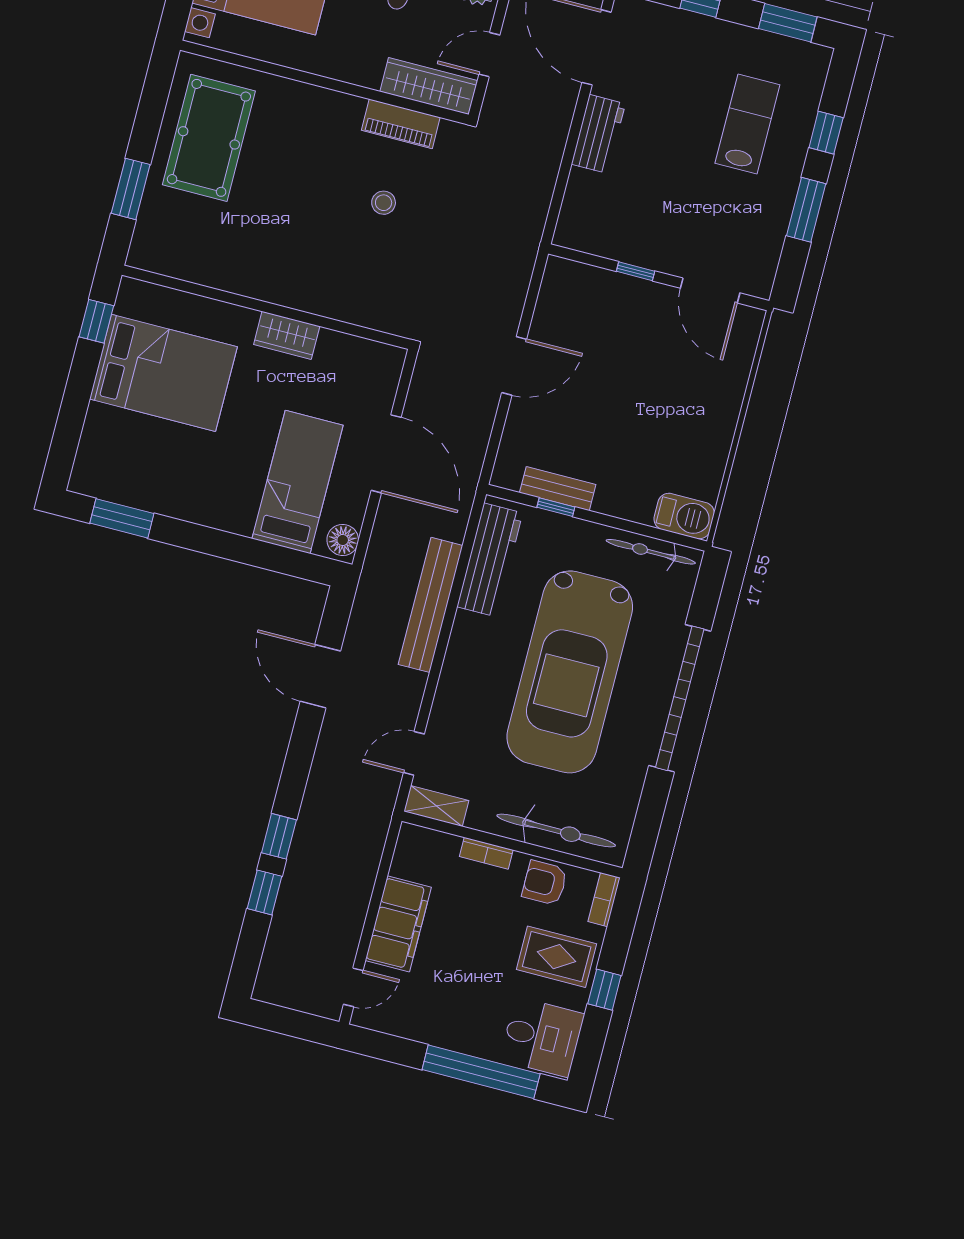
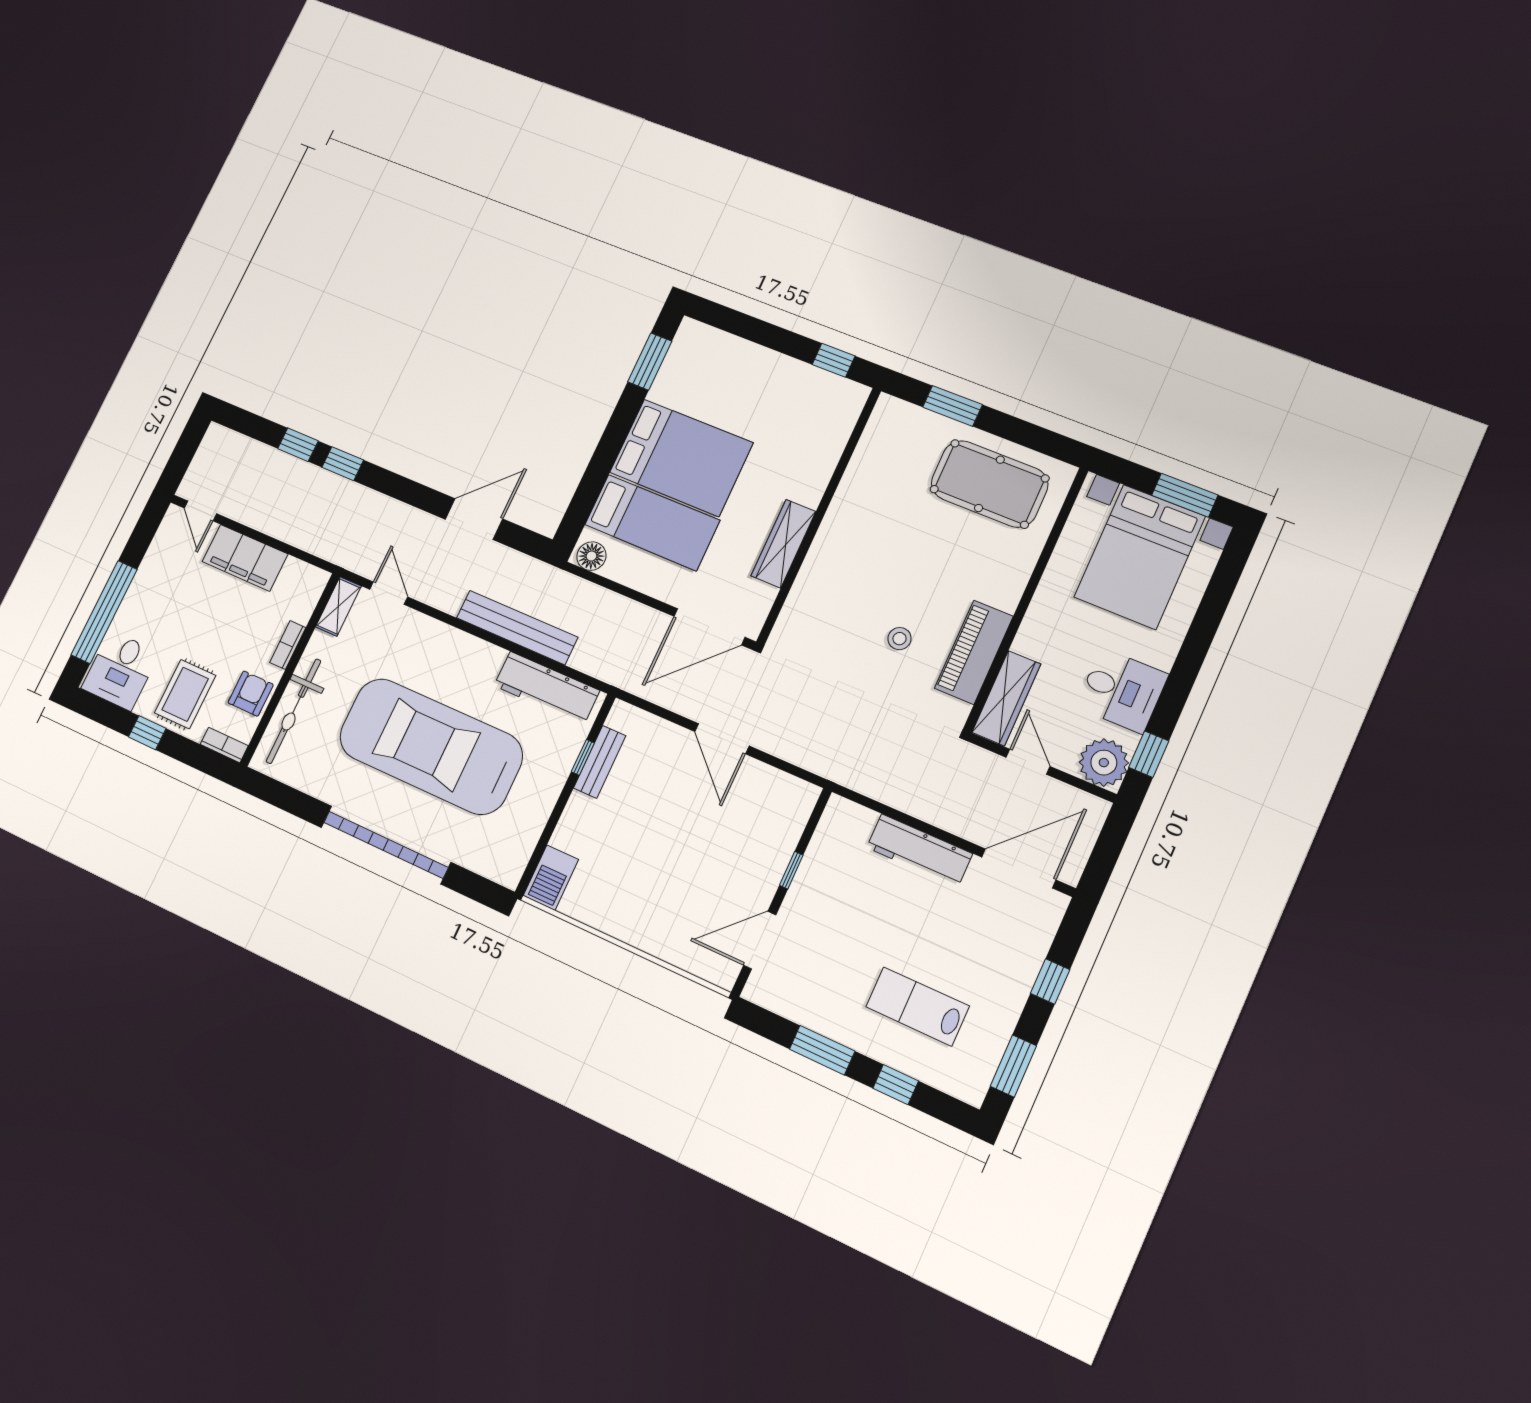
piano: (401, 124) -> (974, 652), width x1.37, depth x1.33
lab bench: (747, 124) -> (917, 1006), turned 180
workbench: (598, 134) -> (919, 851), width x1.38
wardrobe: (287, 335) -> (783, 544), width x1.50
bed: (163, 373) -> (681, 458), moved, turned -90
door: (386, 454) -> (709, 627), moved
bicycle: (651, 552) -> (524, 840), removed

